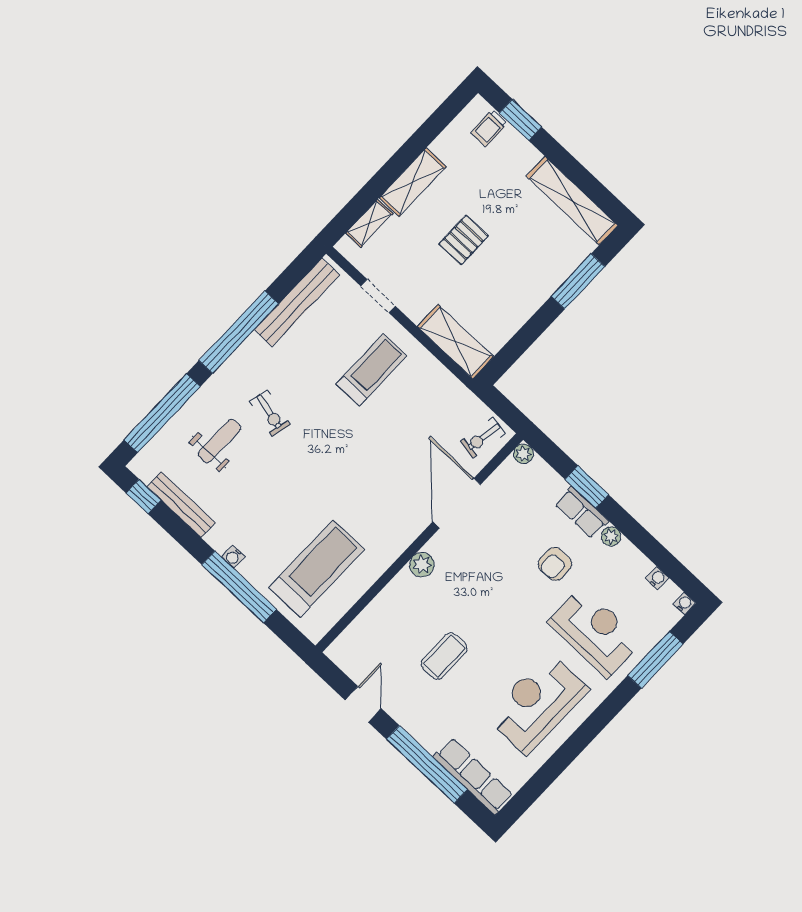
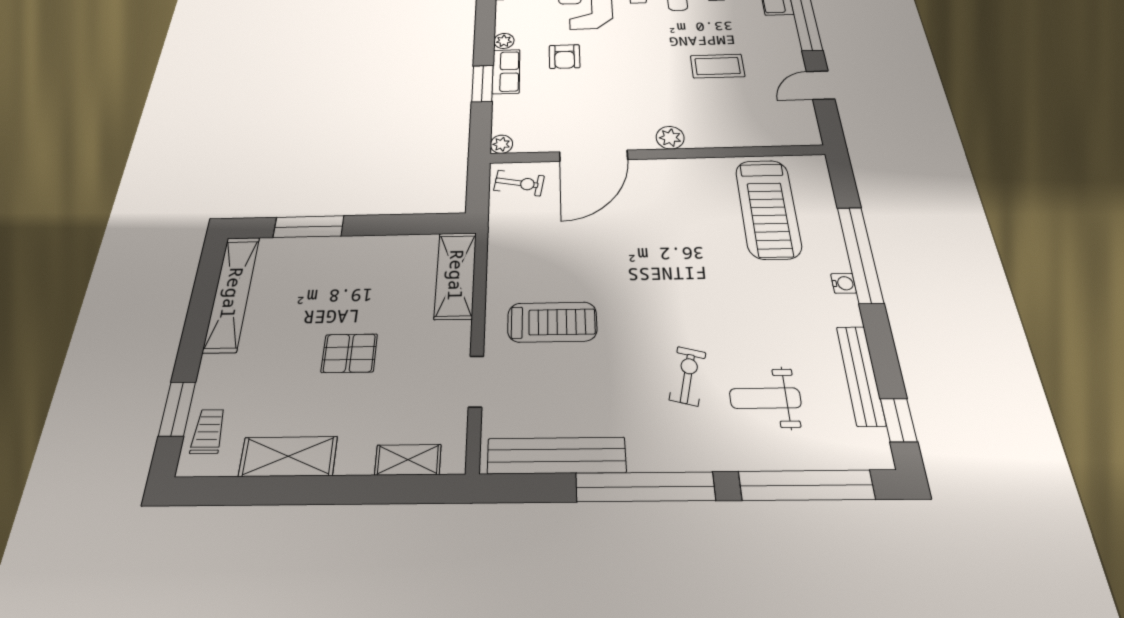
trolley: (489, 128) -> (208, 431), turned -90
shelving: (413, 182) -> (288, 456), moved
treadmill: (371, 370) -> (552, 322), turned 180
armchair: (555, 564) -> (565, 57), turned 90
treadmill: (317, 568) -> (768, 208), turned -90

